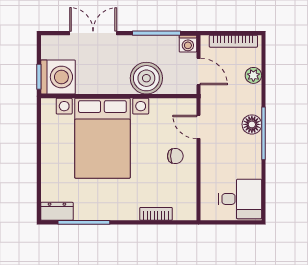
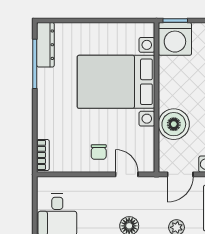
door: (198, 127) -> (127, 174), hinge flipped
dresser: (57, 211) -> (45, 45), width x1.44
bookcase: (156, 214) -> (43, 155), moved

